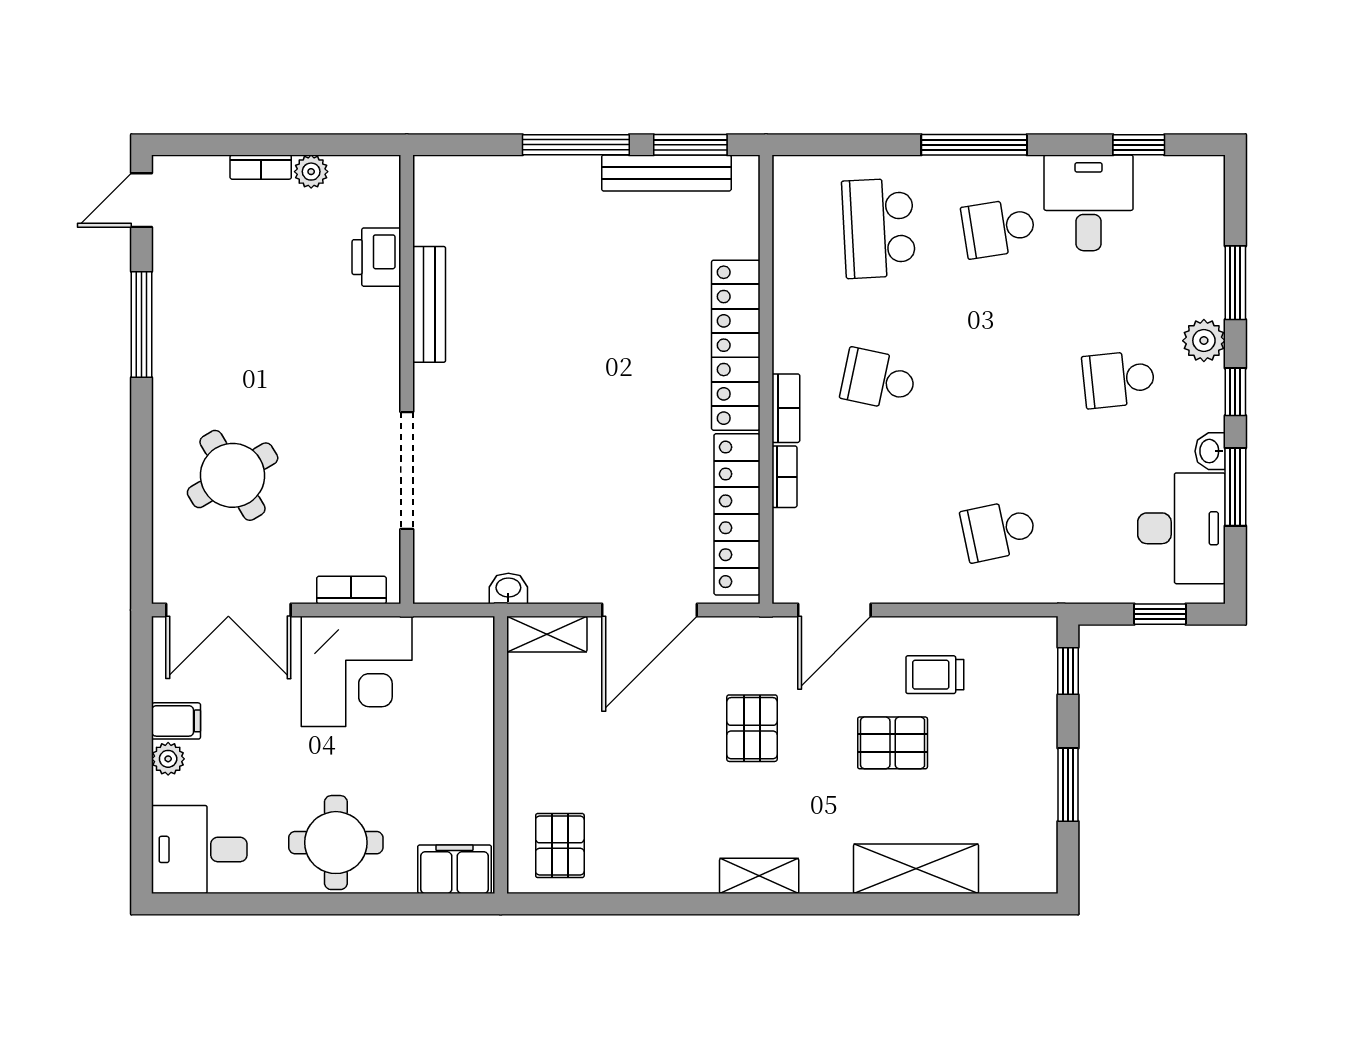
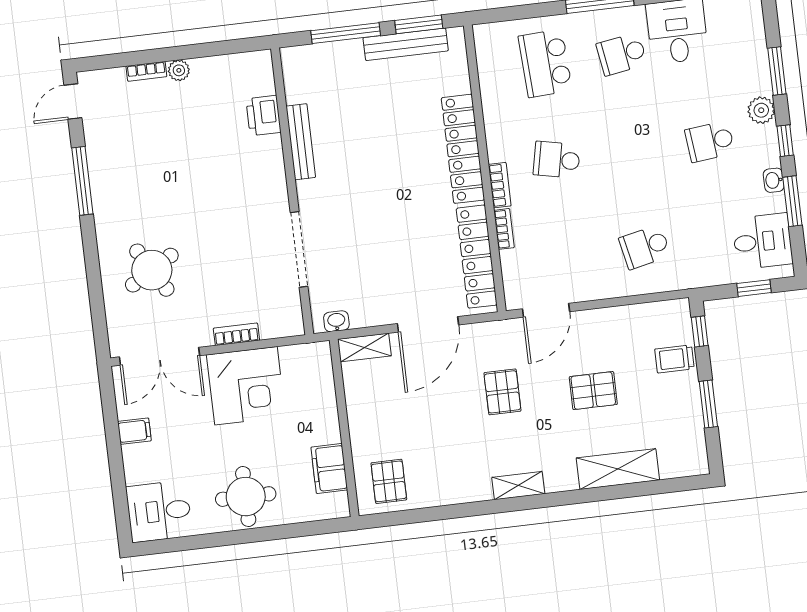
printer: (376, 257) -> (263, 116), moved
bench: (429, 304) -> (301, 142), moved
wall: (407, 379) -> (292, 191), moved
doorway: (407, 470) -> (299, 249), moved
desk: (1181, 528) -> (762, 241), width x0.73
trolley: (935, 675) -> (674, 359), moved
plant: (168, 759) -> (132, 456), removed
filing cabinet: (454, 869) -> (329, 469), moved, turned -90

